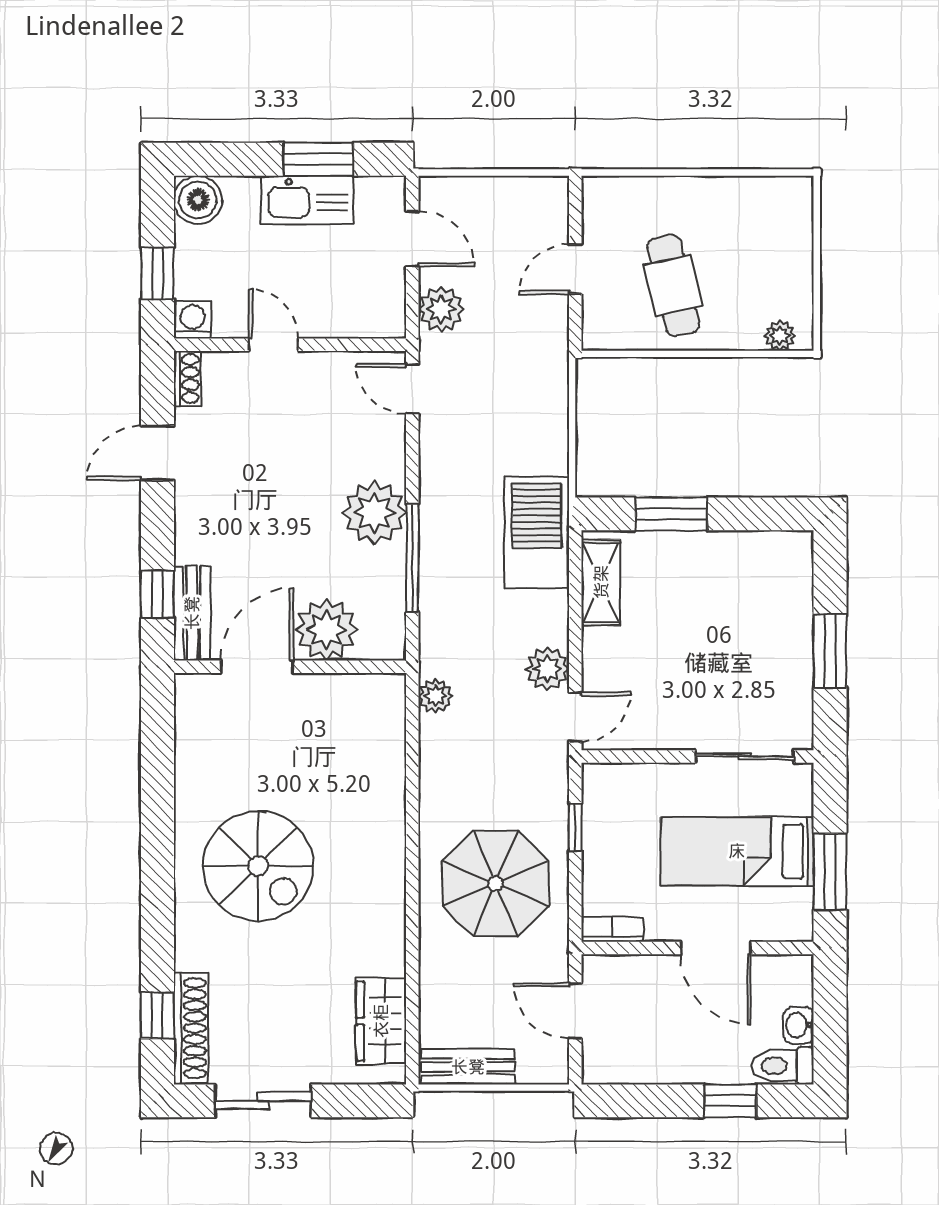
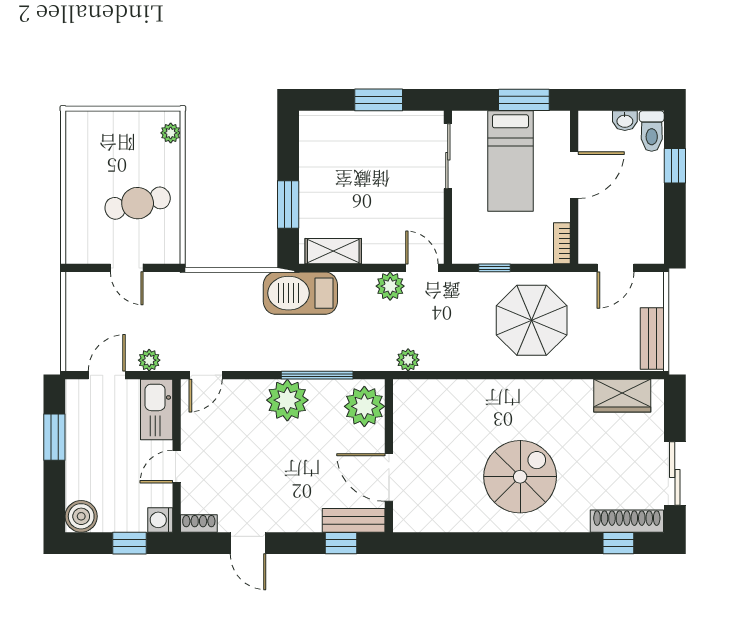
kitchen sink: (307, 200) -> (157, 410), moved, turned 180
plant: (441, 309) -> (149, 360), width x0.73, depth x0.73
plant: (326, 630) -> (364, 406), moved

